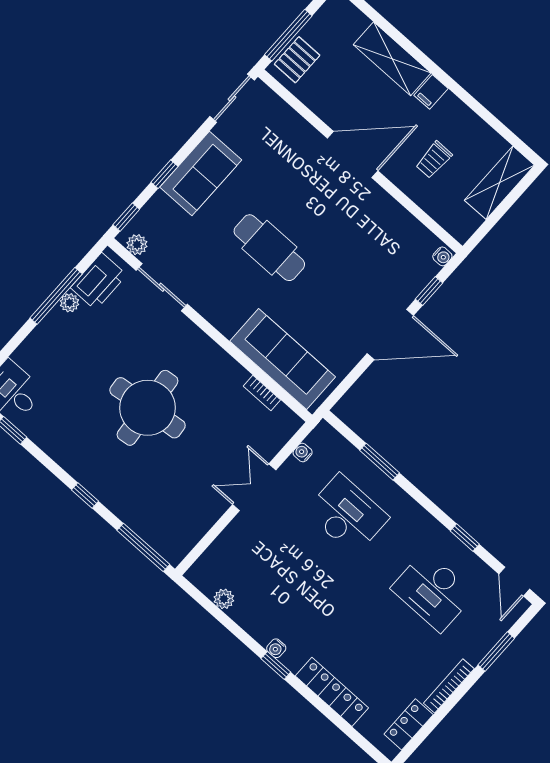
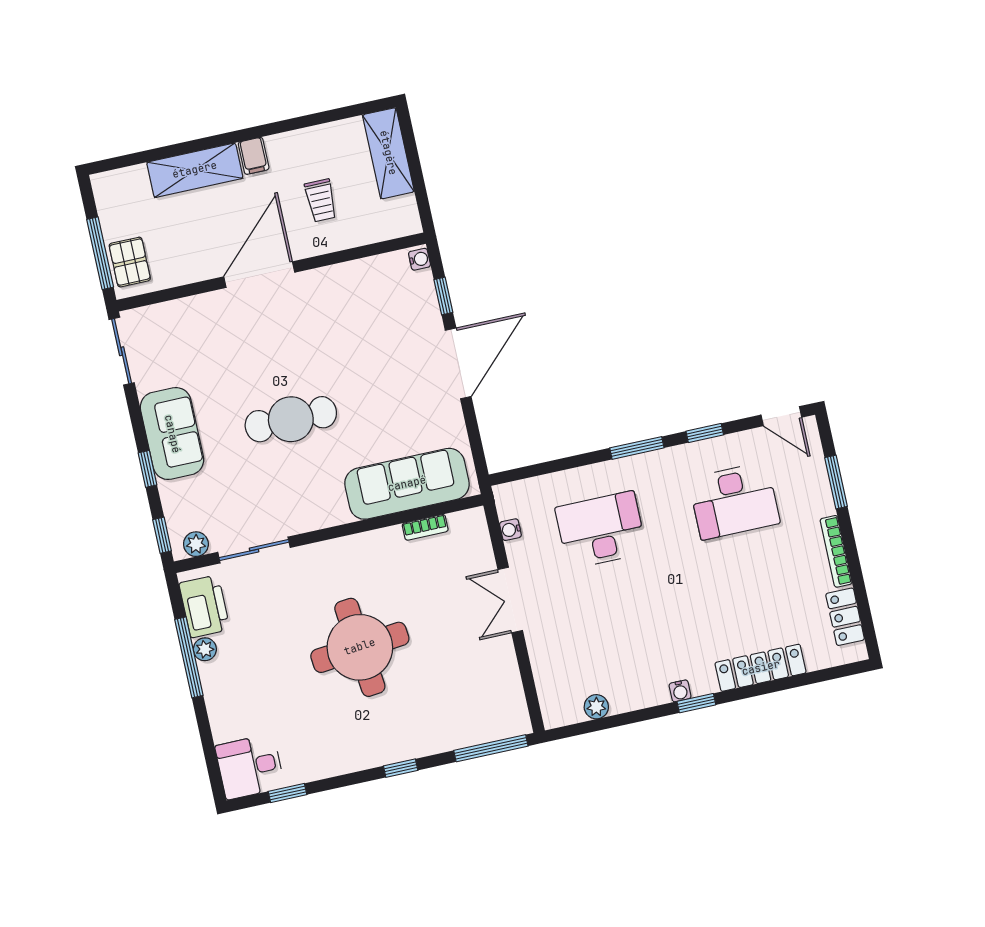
window: (380, 462) -> (637, 448), moved

